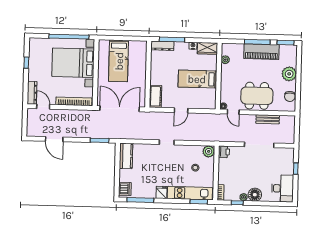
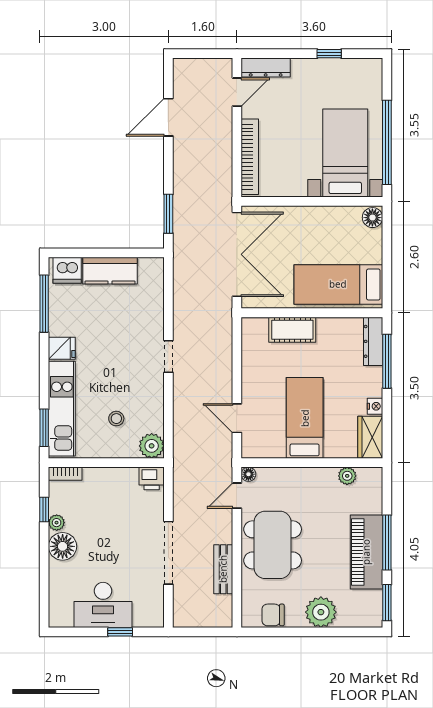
floor lamp: (104, 44) -> (372, 218), added
bed: (119, 61) -> (338, 284), moved
bed with nightstands: (73, 63) -> (345, 153), width x0.73
cot: (155, 96) -> (292, 330), moved
door: (181, 110) -> (237, 418), moved
kitchen counter: (126, 156) -> (110, 271), moved
desk: (283, 188) -> (103, 605), moved

